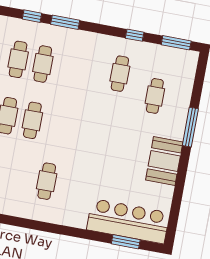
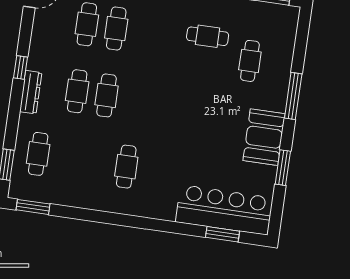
cafe table: (120, 74) -> (208, 36), turned 90
window: (179, 187) -> (283, 168), added

